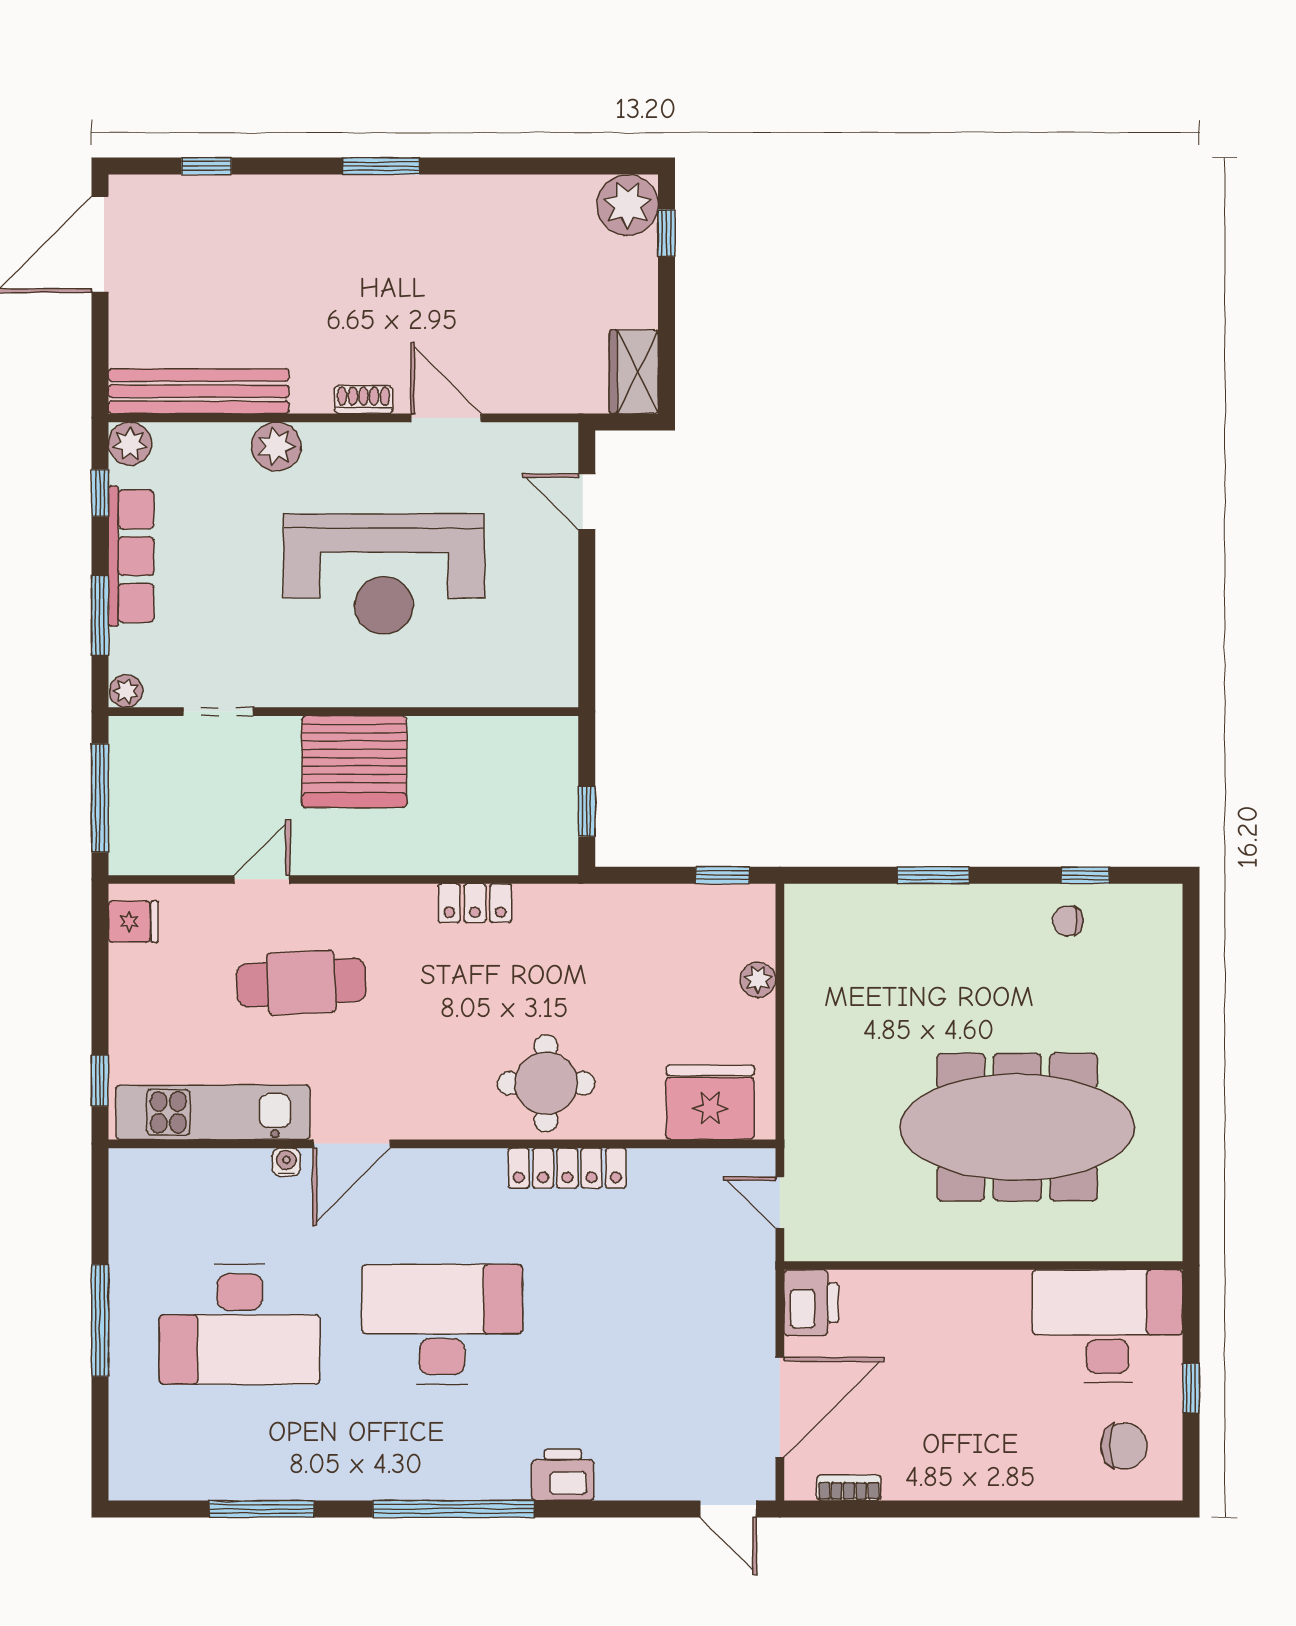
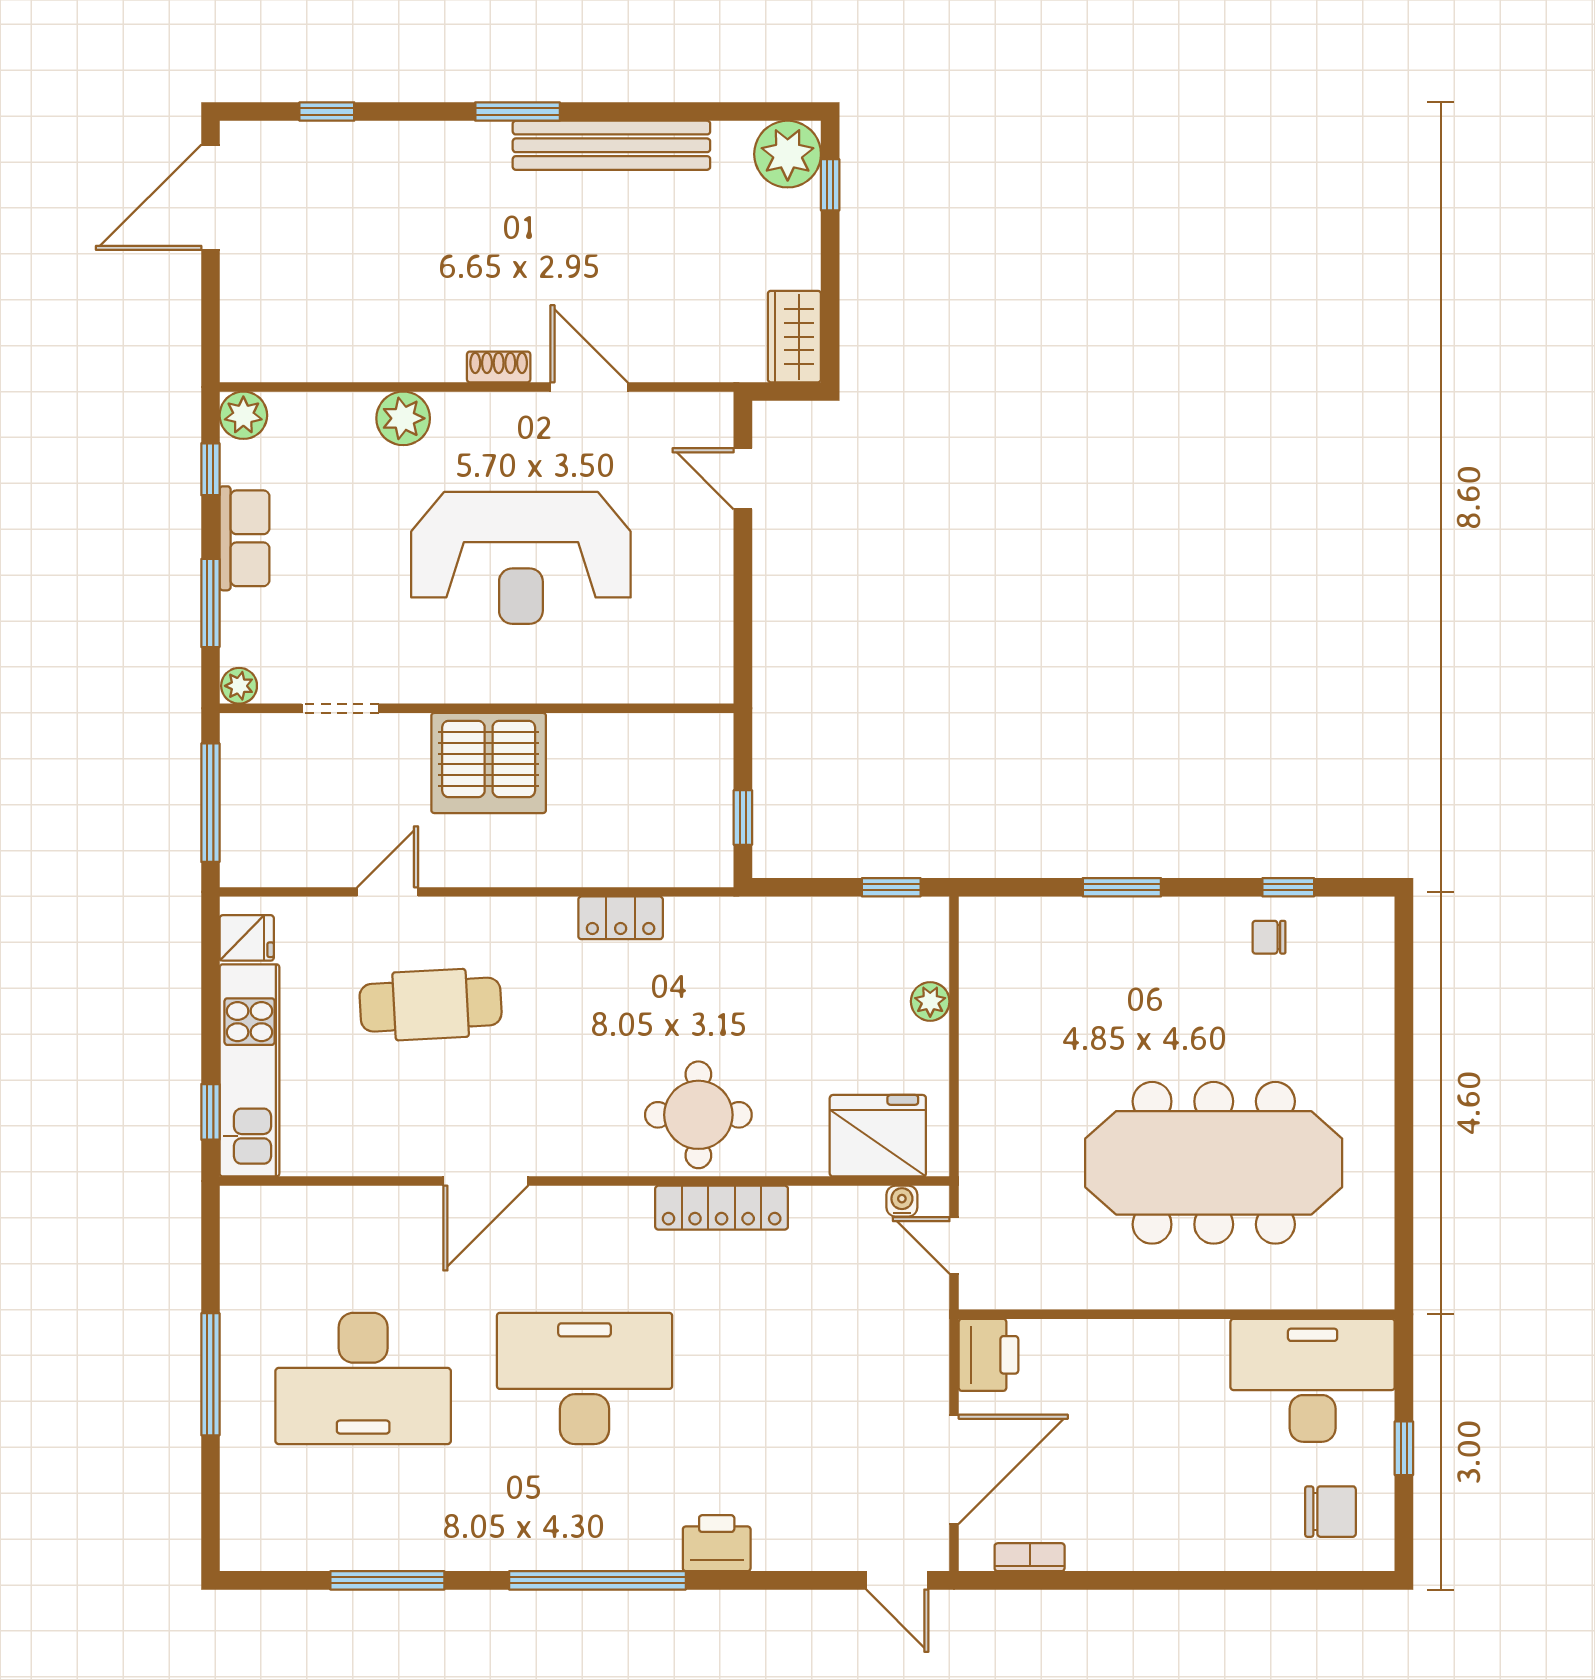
bench: (199, 391) -> (611, 145), moved
row of seats: (131, 556) -> (244, 538), width x0.68
kitchen unit: (213, 1112) -> (250, 1070), moved, turned 90
water cooler: (286, 1162) -> (902, 1201), moved

